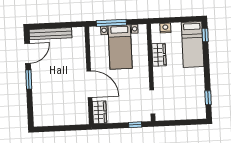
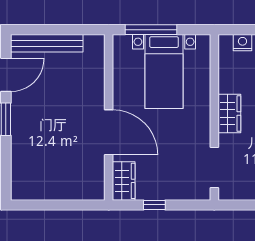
wardrobe: (159, 55) -> (229, 114), moved
window: (135, 125) -> (154, 205), moved

